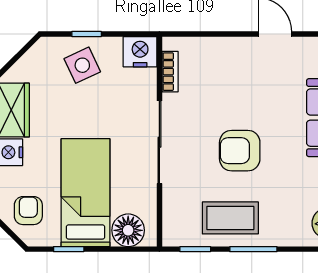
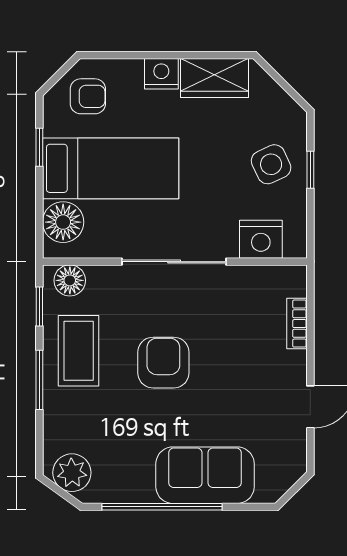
nightstand: (140, 52) -> (261, 239), moved, turned 90
bookcase: (170, 72) -> (297, 324), moved, turned 90
floor lamp: (174, 225) -> (70, 280), added

